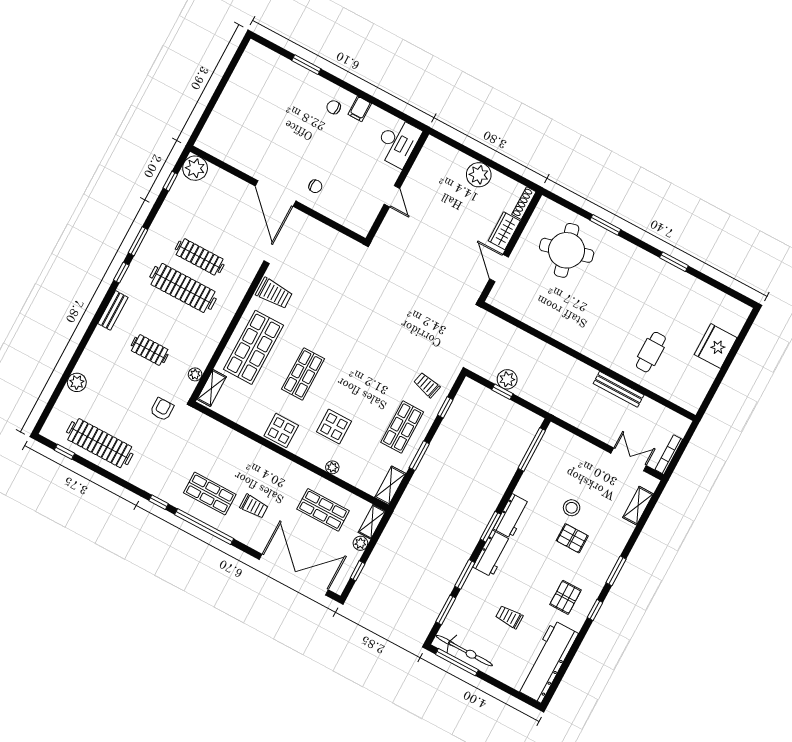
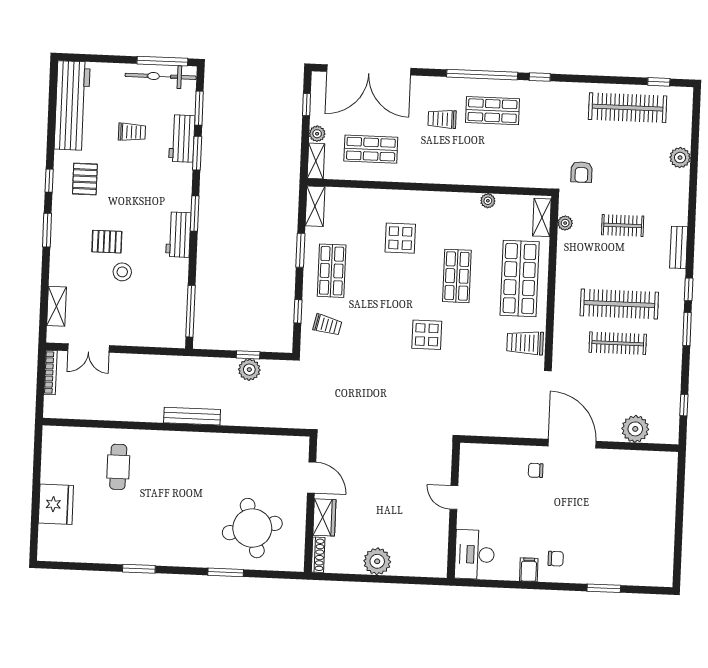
plant: (195, 168) -> (635, 429), moved
bench: (619, 389) -> (192, 416), moved
display table: (281, 431) -> (427, 335), moved
plant: (332, 467) -> (488, 201), moved
workbench: (492, 554) -> (182, 139), moved

